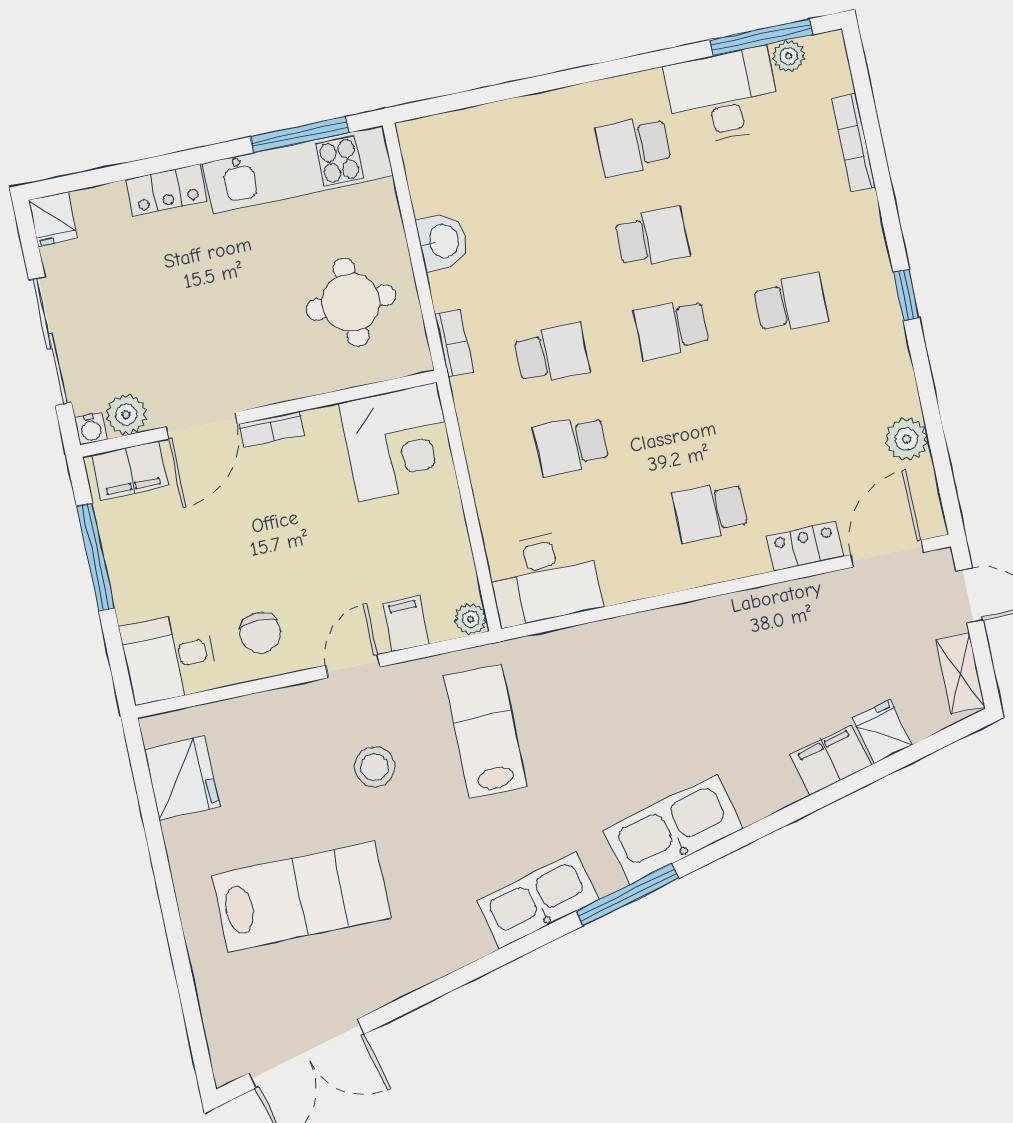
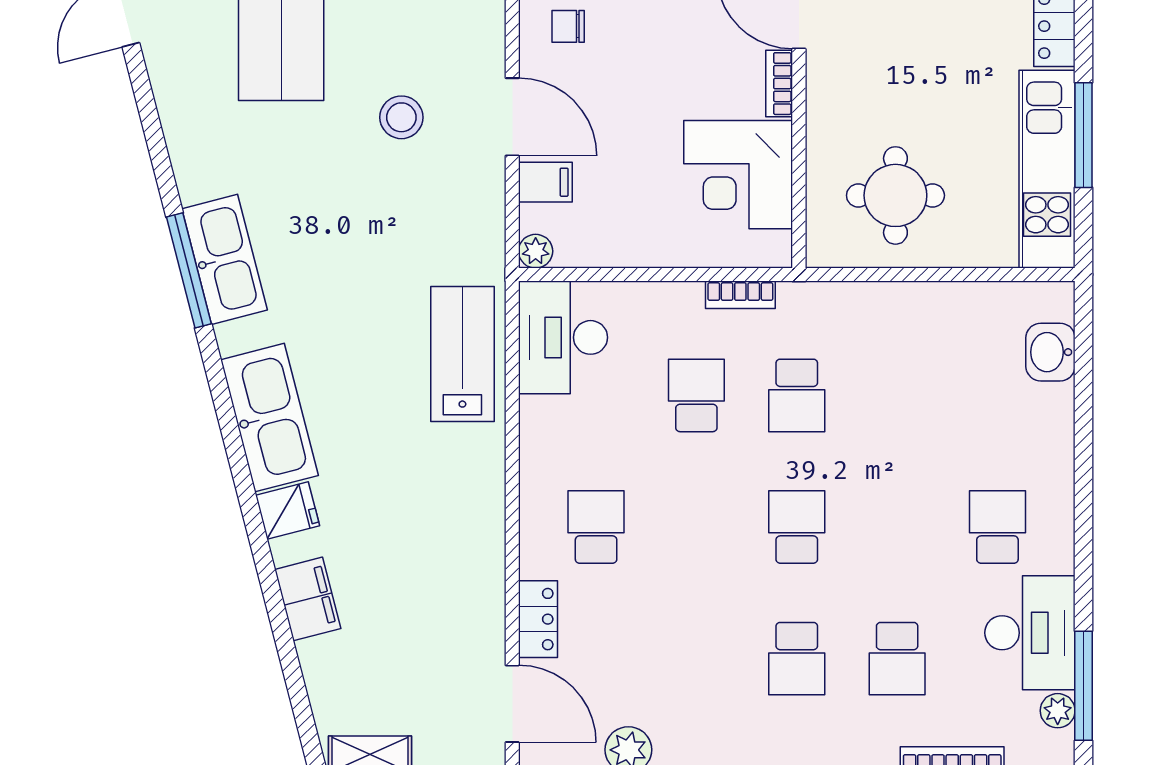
window: (300, 135) -> (1083, 135), moved
school desk: (652, 237) -> (897, 659), moved
washbasin: (443, 241) -> (1050, 352), moved, turned 90
bookcase: (454, 343) -> (740, 295), moved
corner desk: (398, 442) -> (738, 175), moved
chair: (260, 633) -> (568, 26), width x0.73, depth x0.73
door: (353, 666) -> (512, 117), width x1.38
lab bench: (485, 731) -> (462, 354), moved, turned -90
fridge: (882, 731) -> (288, 510), moved
window: (627, 895) -> (189, 270), moved

